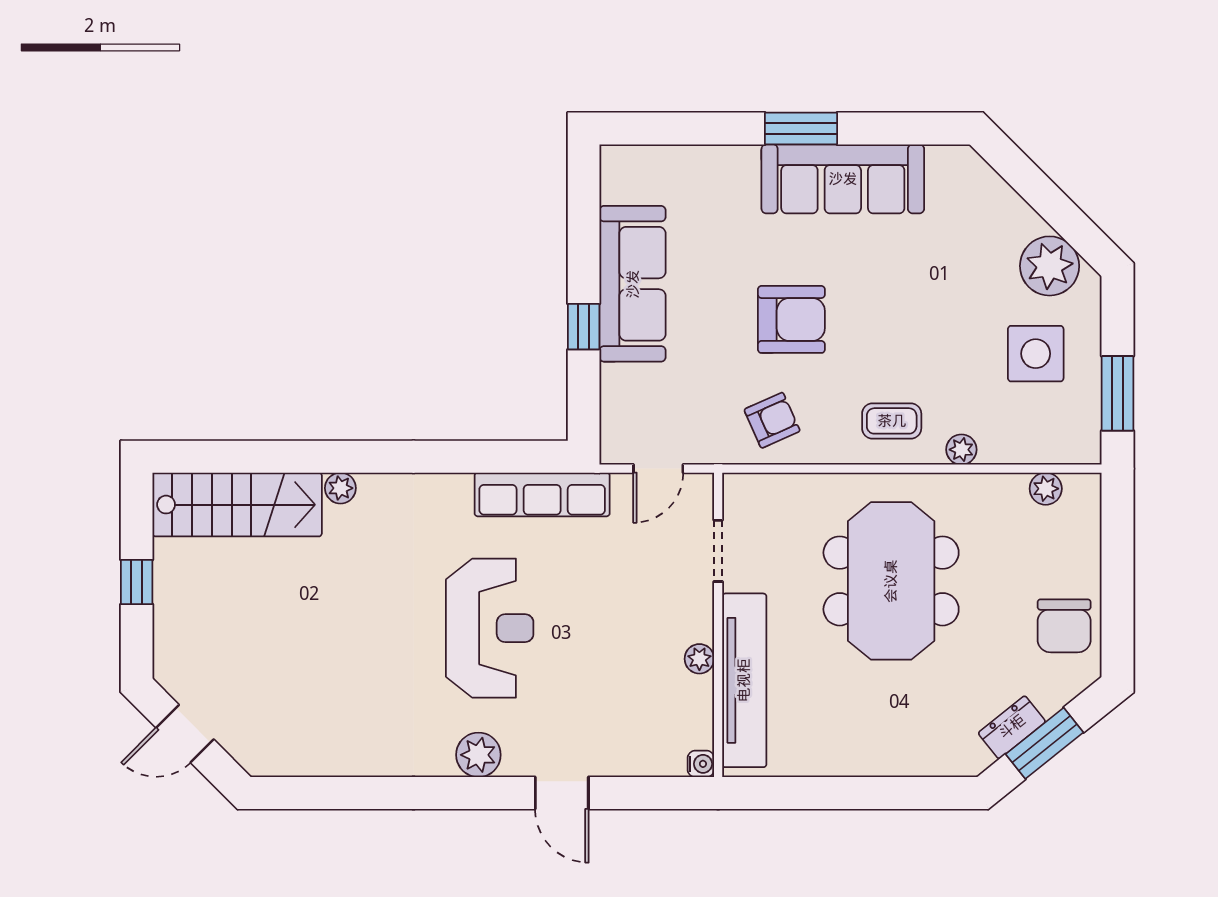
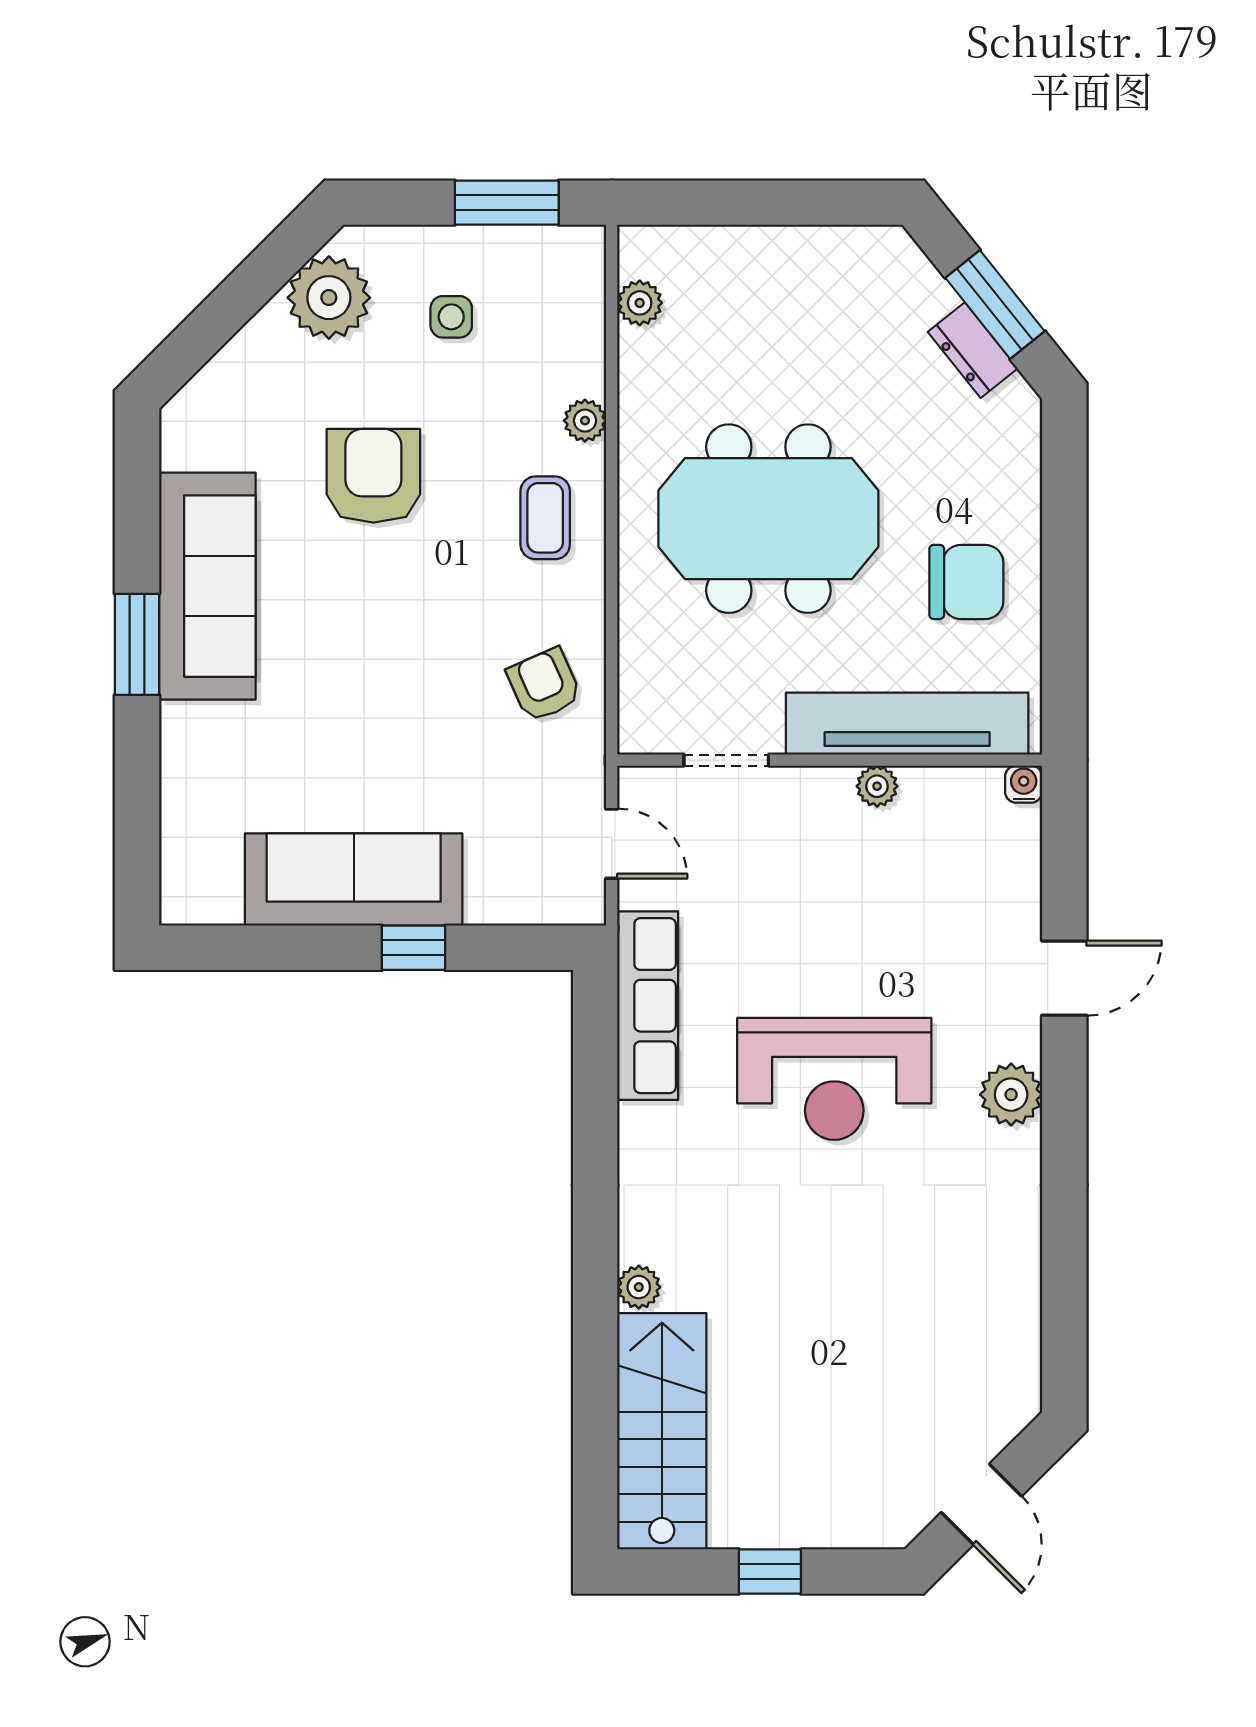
armchair: (791, 319) -> (373, 476), moved
side table: (1036, 354) -> (451, 317), width x0.54, depth x0.54
chair: (1064, 626) -> (966, 582), moved
reception desk: (490, 628) -> (834, 1079), turned 180

